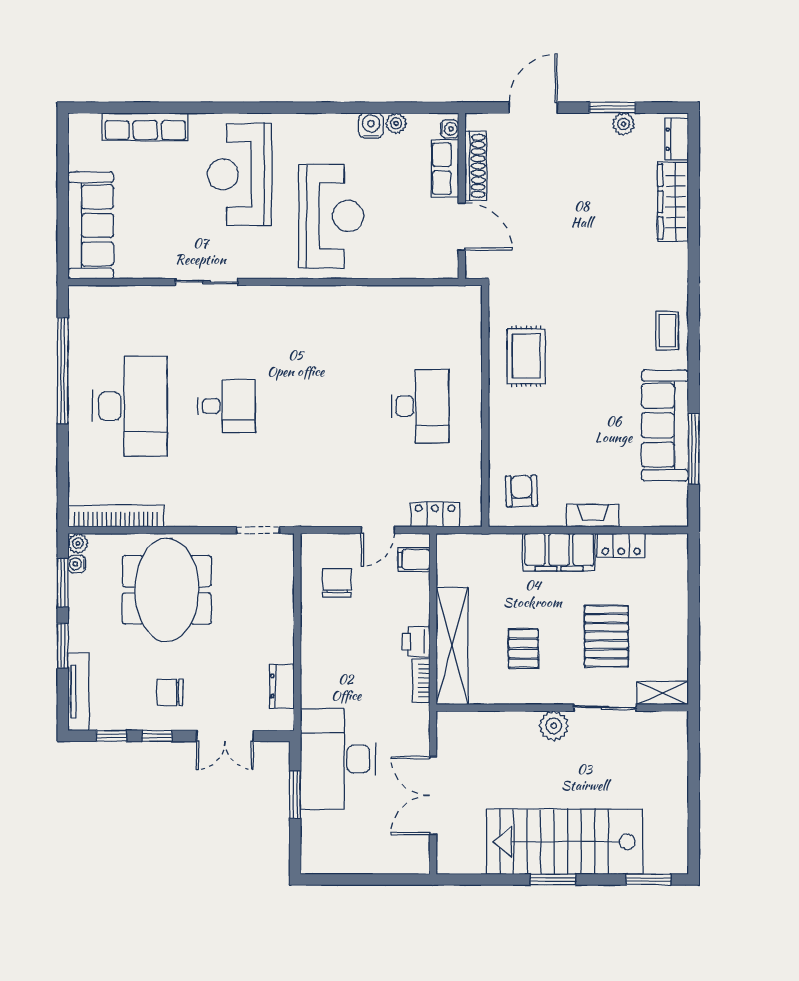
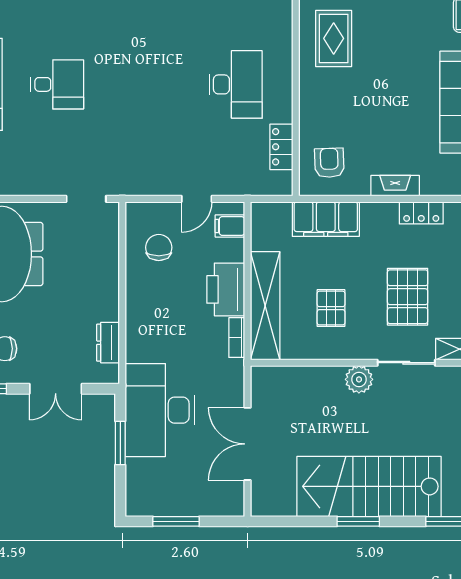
locker: (435, 515) -> (281, 147), moved, turned -90
filing cabinet: (559, 552) -> (326, 219), moved
printer: (416, 642) -> (226, 289), width x1.87, depth x1.48
window: (355, 880) -> (176, 521), added

